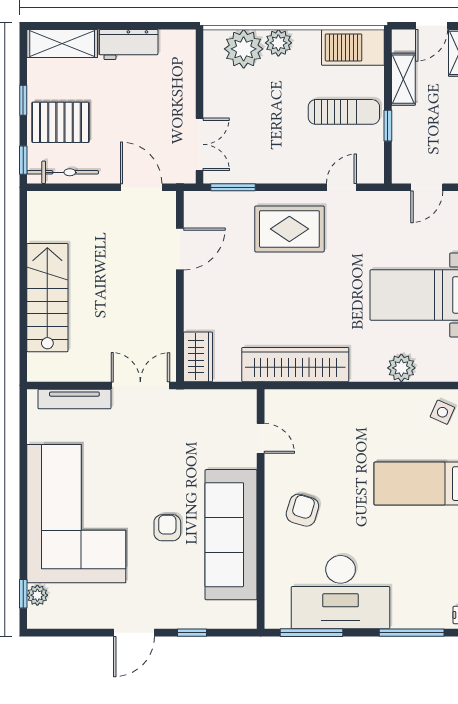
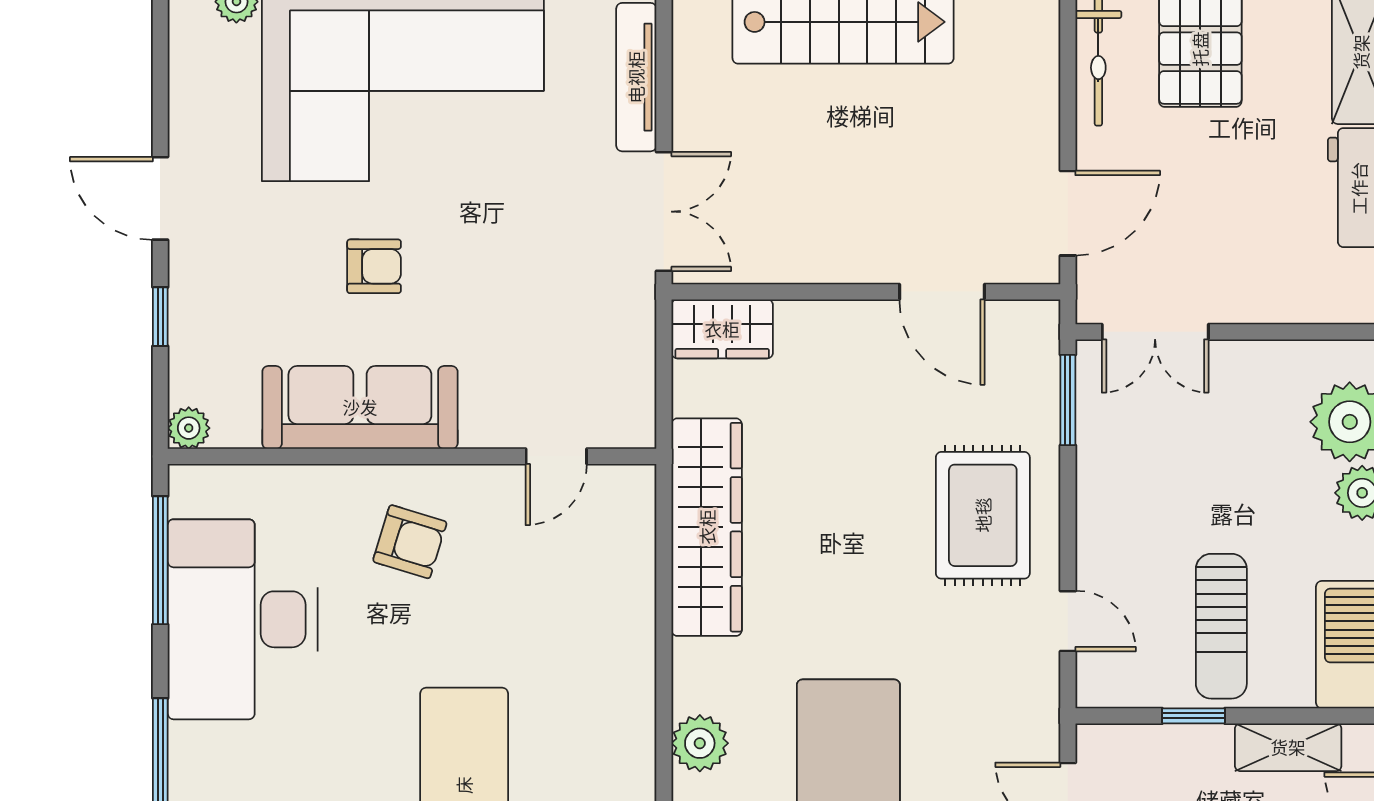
sofa: (231, 535) -> (360, 407), width x0.74, depth x0.79
plant: (247, 619) -> (189, 428), added

